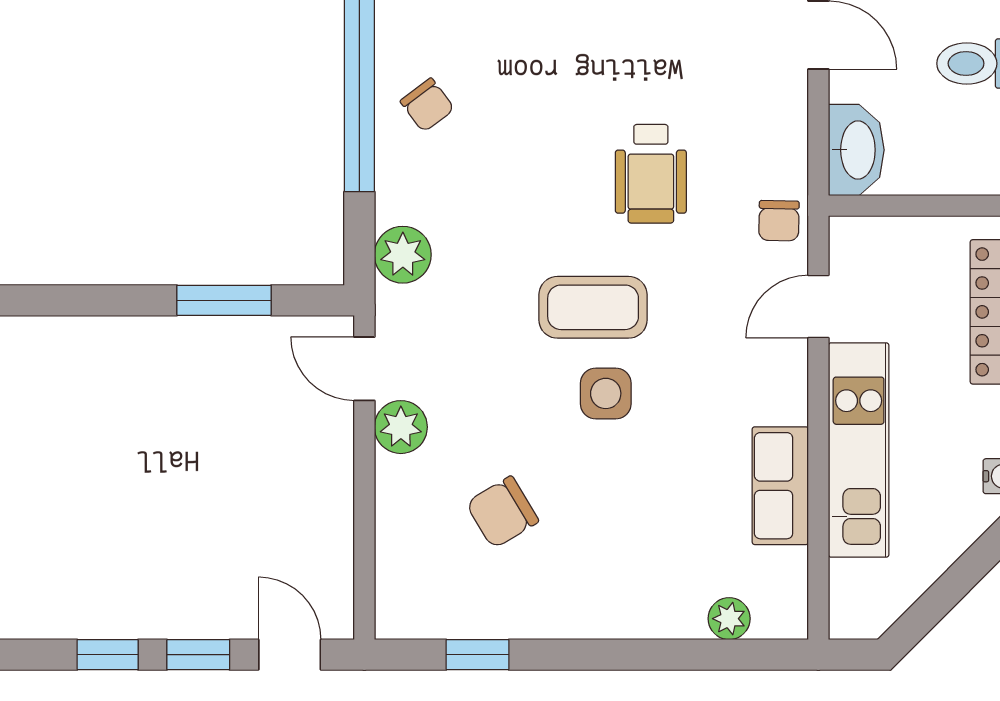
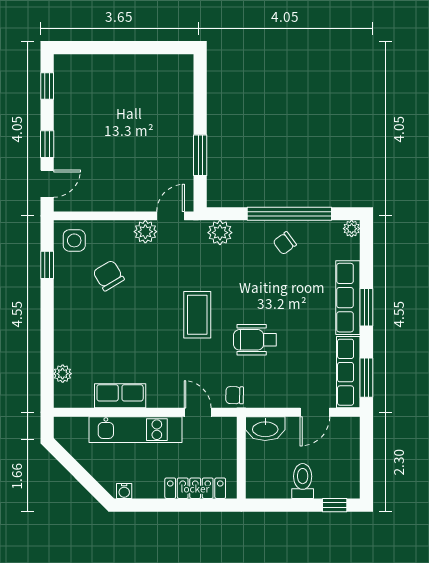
side table: (606, 393) -> (74, 240), moved
window: (108, 655) -> (47, 86), moved

